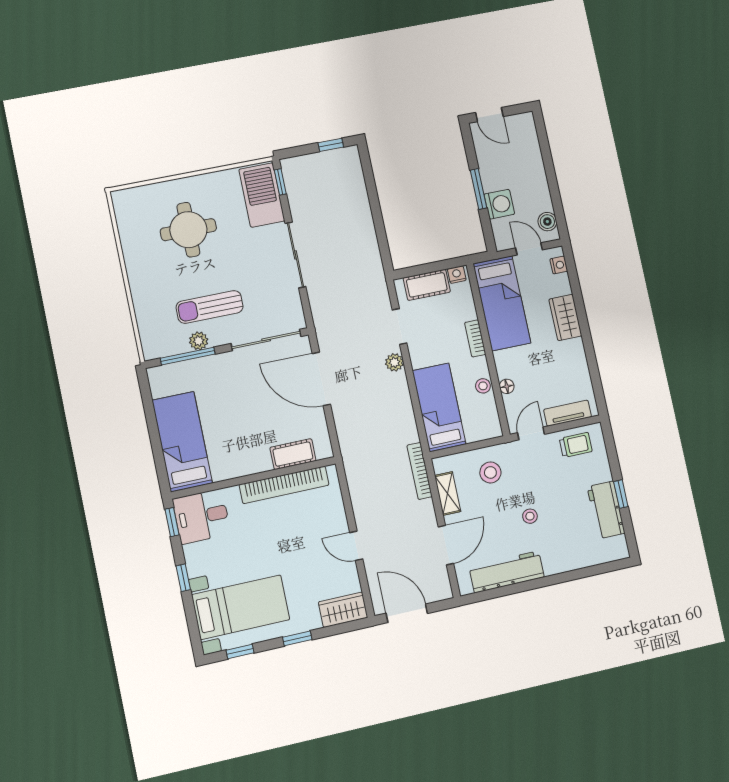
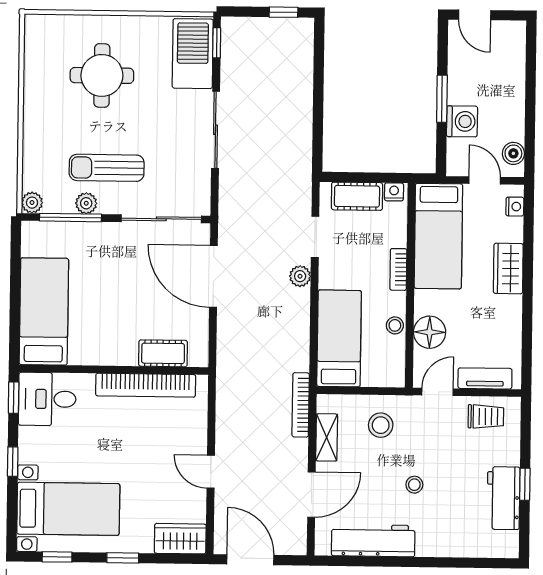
plant: (152, 351) -> (32, 203), added
floor lamp: (507, 386) -> (430, 332), width x1.89, depth x1.89

